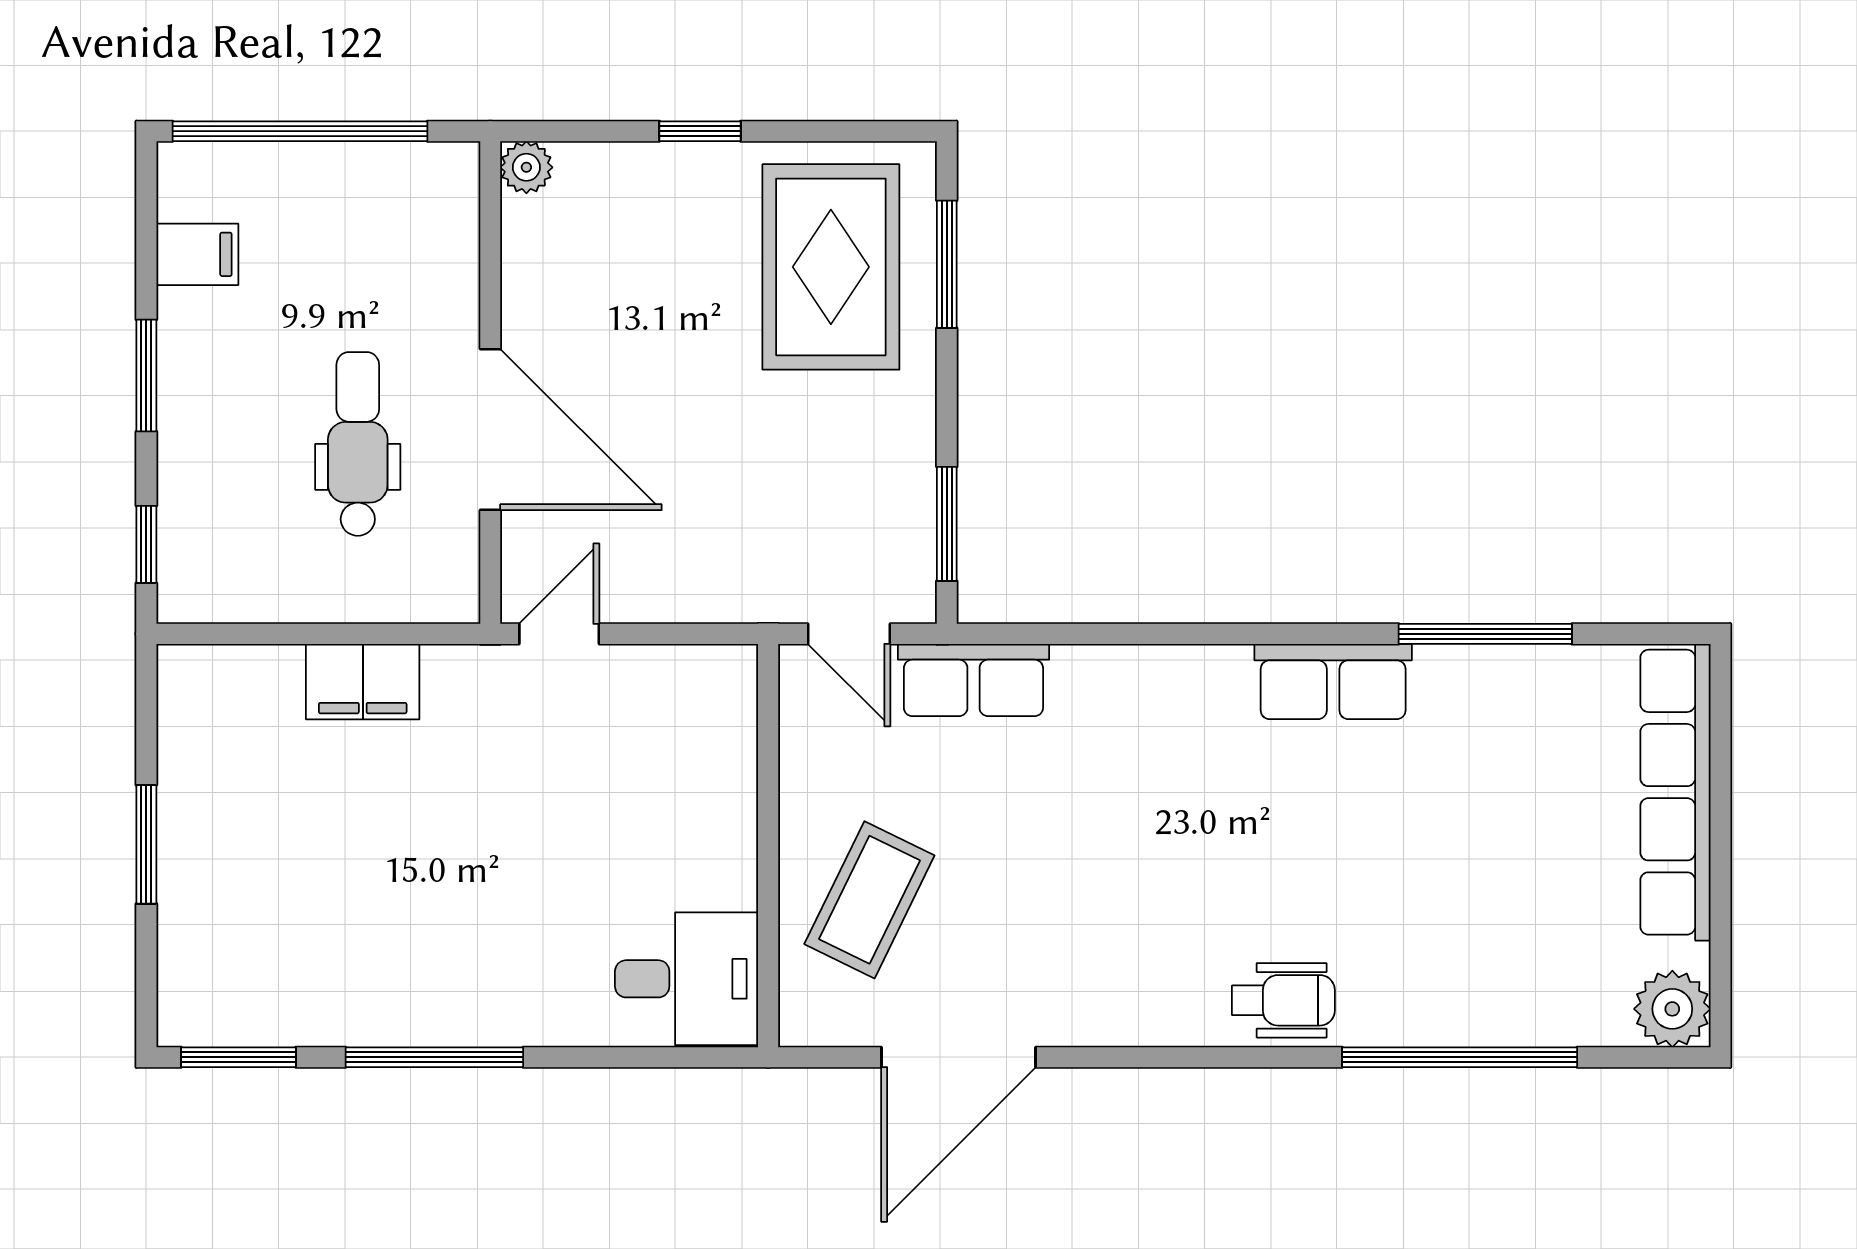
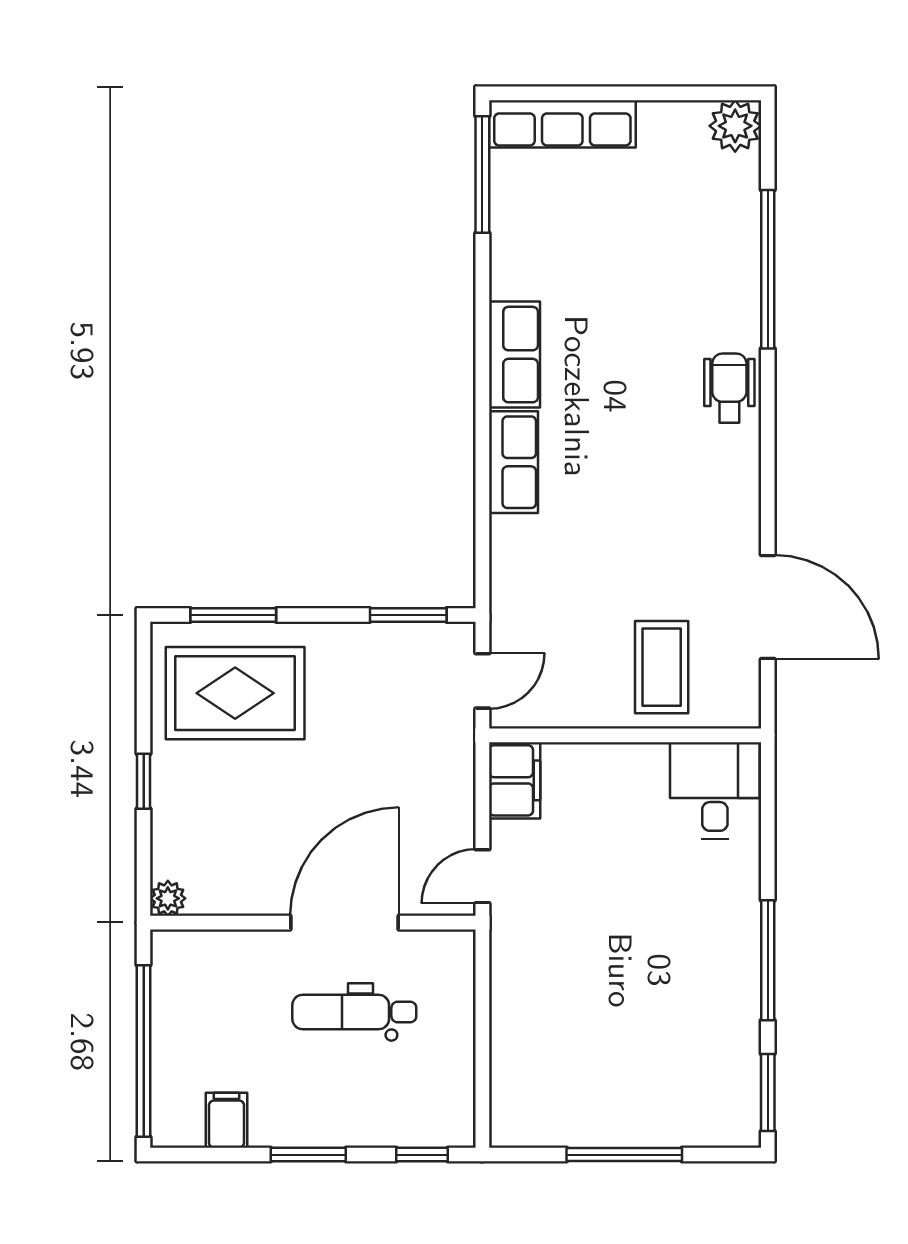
door: (559, 634) -> (482, 876), hinge flipped
window: (1485, 634) -> (482, 175), moved
row of seats: (973, 680) -> (513, 462), moved
filing cabinet: (363, 682) -> (515, 780), moved
row of seats: (1675, 792) -> (562, 124), width x0.73
window: (146, 844) -> (624, 1155), width x1.44
coffee table: (869, 900) -> (662, 667), turned 64

